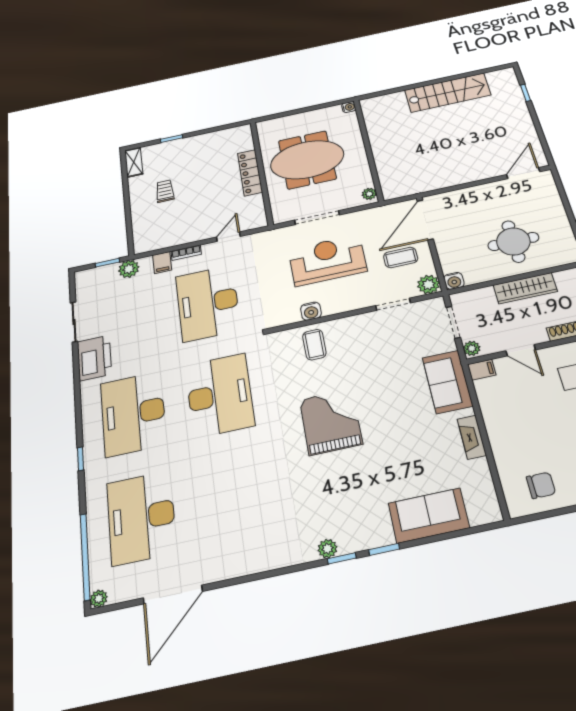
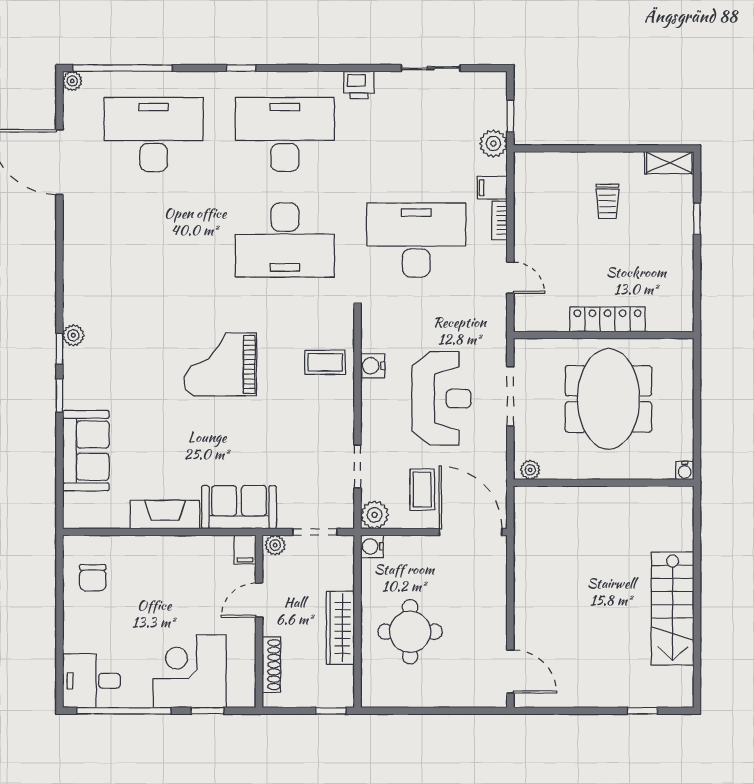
trolley: (165, 191) -> (607, 201), turned 90
printer: (94, 358) -> (359, 85), width x0.53, depth x0.68
grand piano: (331, 422) -> (220, 364), turned 180
fireplace: (472, 437) -> (165, 515), width x1.37, depth x1.32

